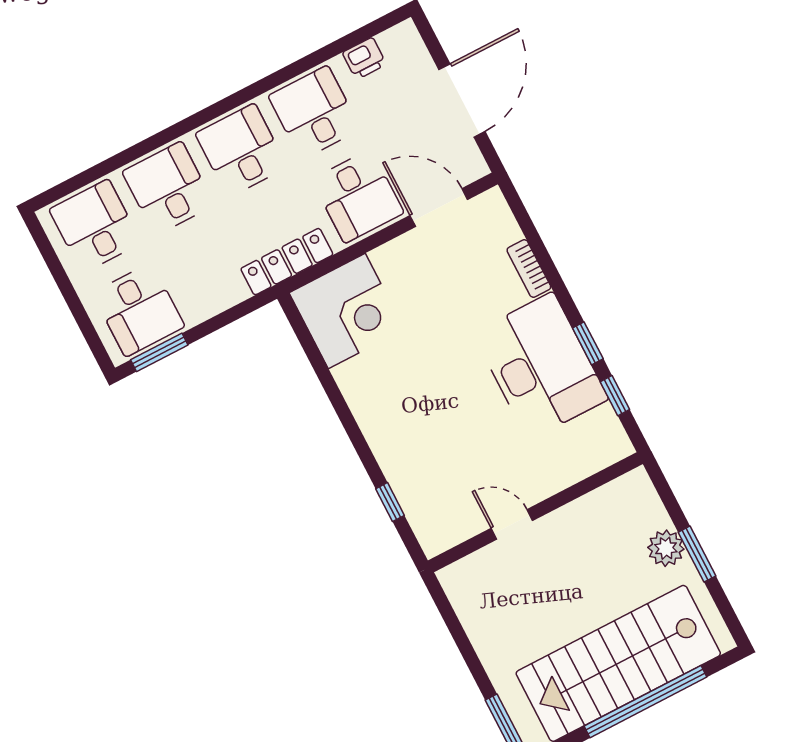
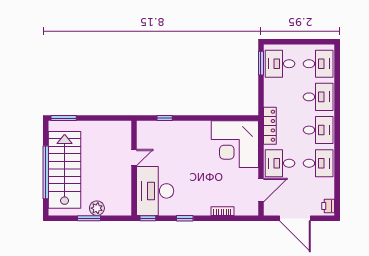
printer: (364, 58) -> (328, 206), moved
corner desk: (347, 311) -> (235, 144), width x1.36, depth x1.36
desk: (541, 366) -> (155, 191), moved, turned 90
window: (615, 396) -> (148, 218), moved

